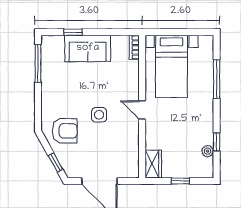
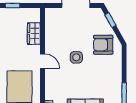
wardrobe: (153, 164) -> (34, 34), moved

